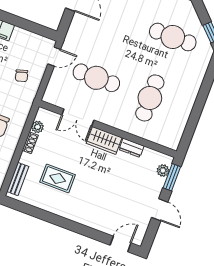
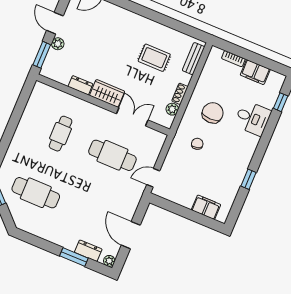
chair: (22, 76) -> (197, 144), moved
cafe table: (150, 98) -> (61, 134), width x0.73, depth x0.74
plant: (163, 171) -> (58, 44), moved

